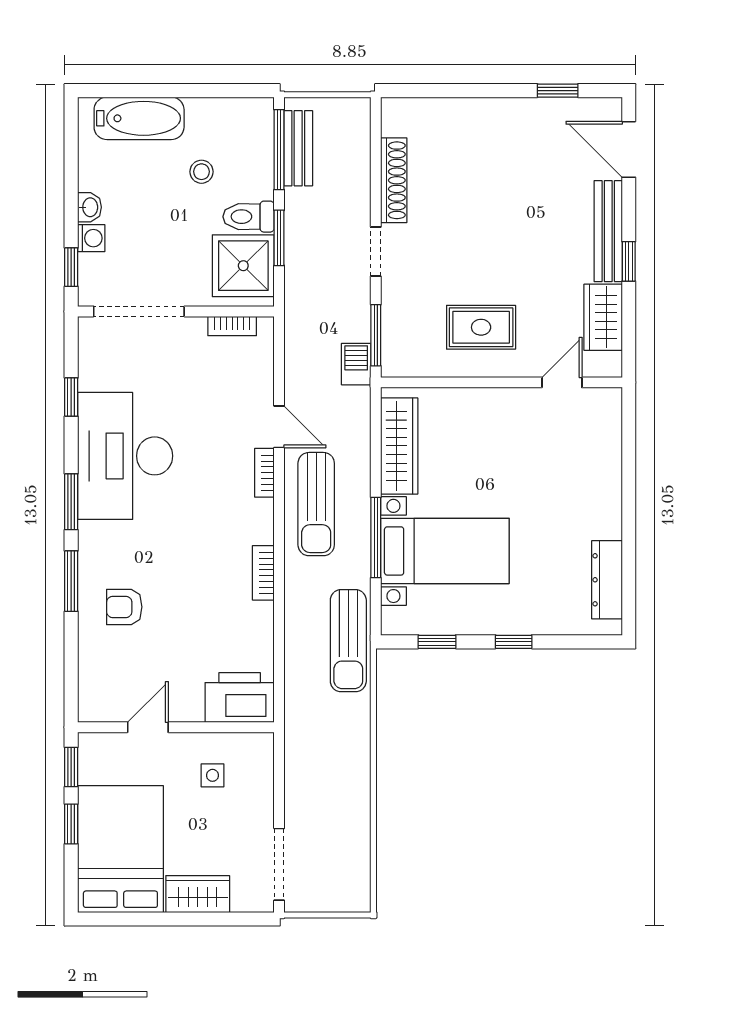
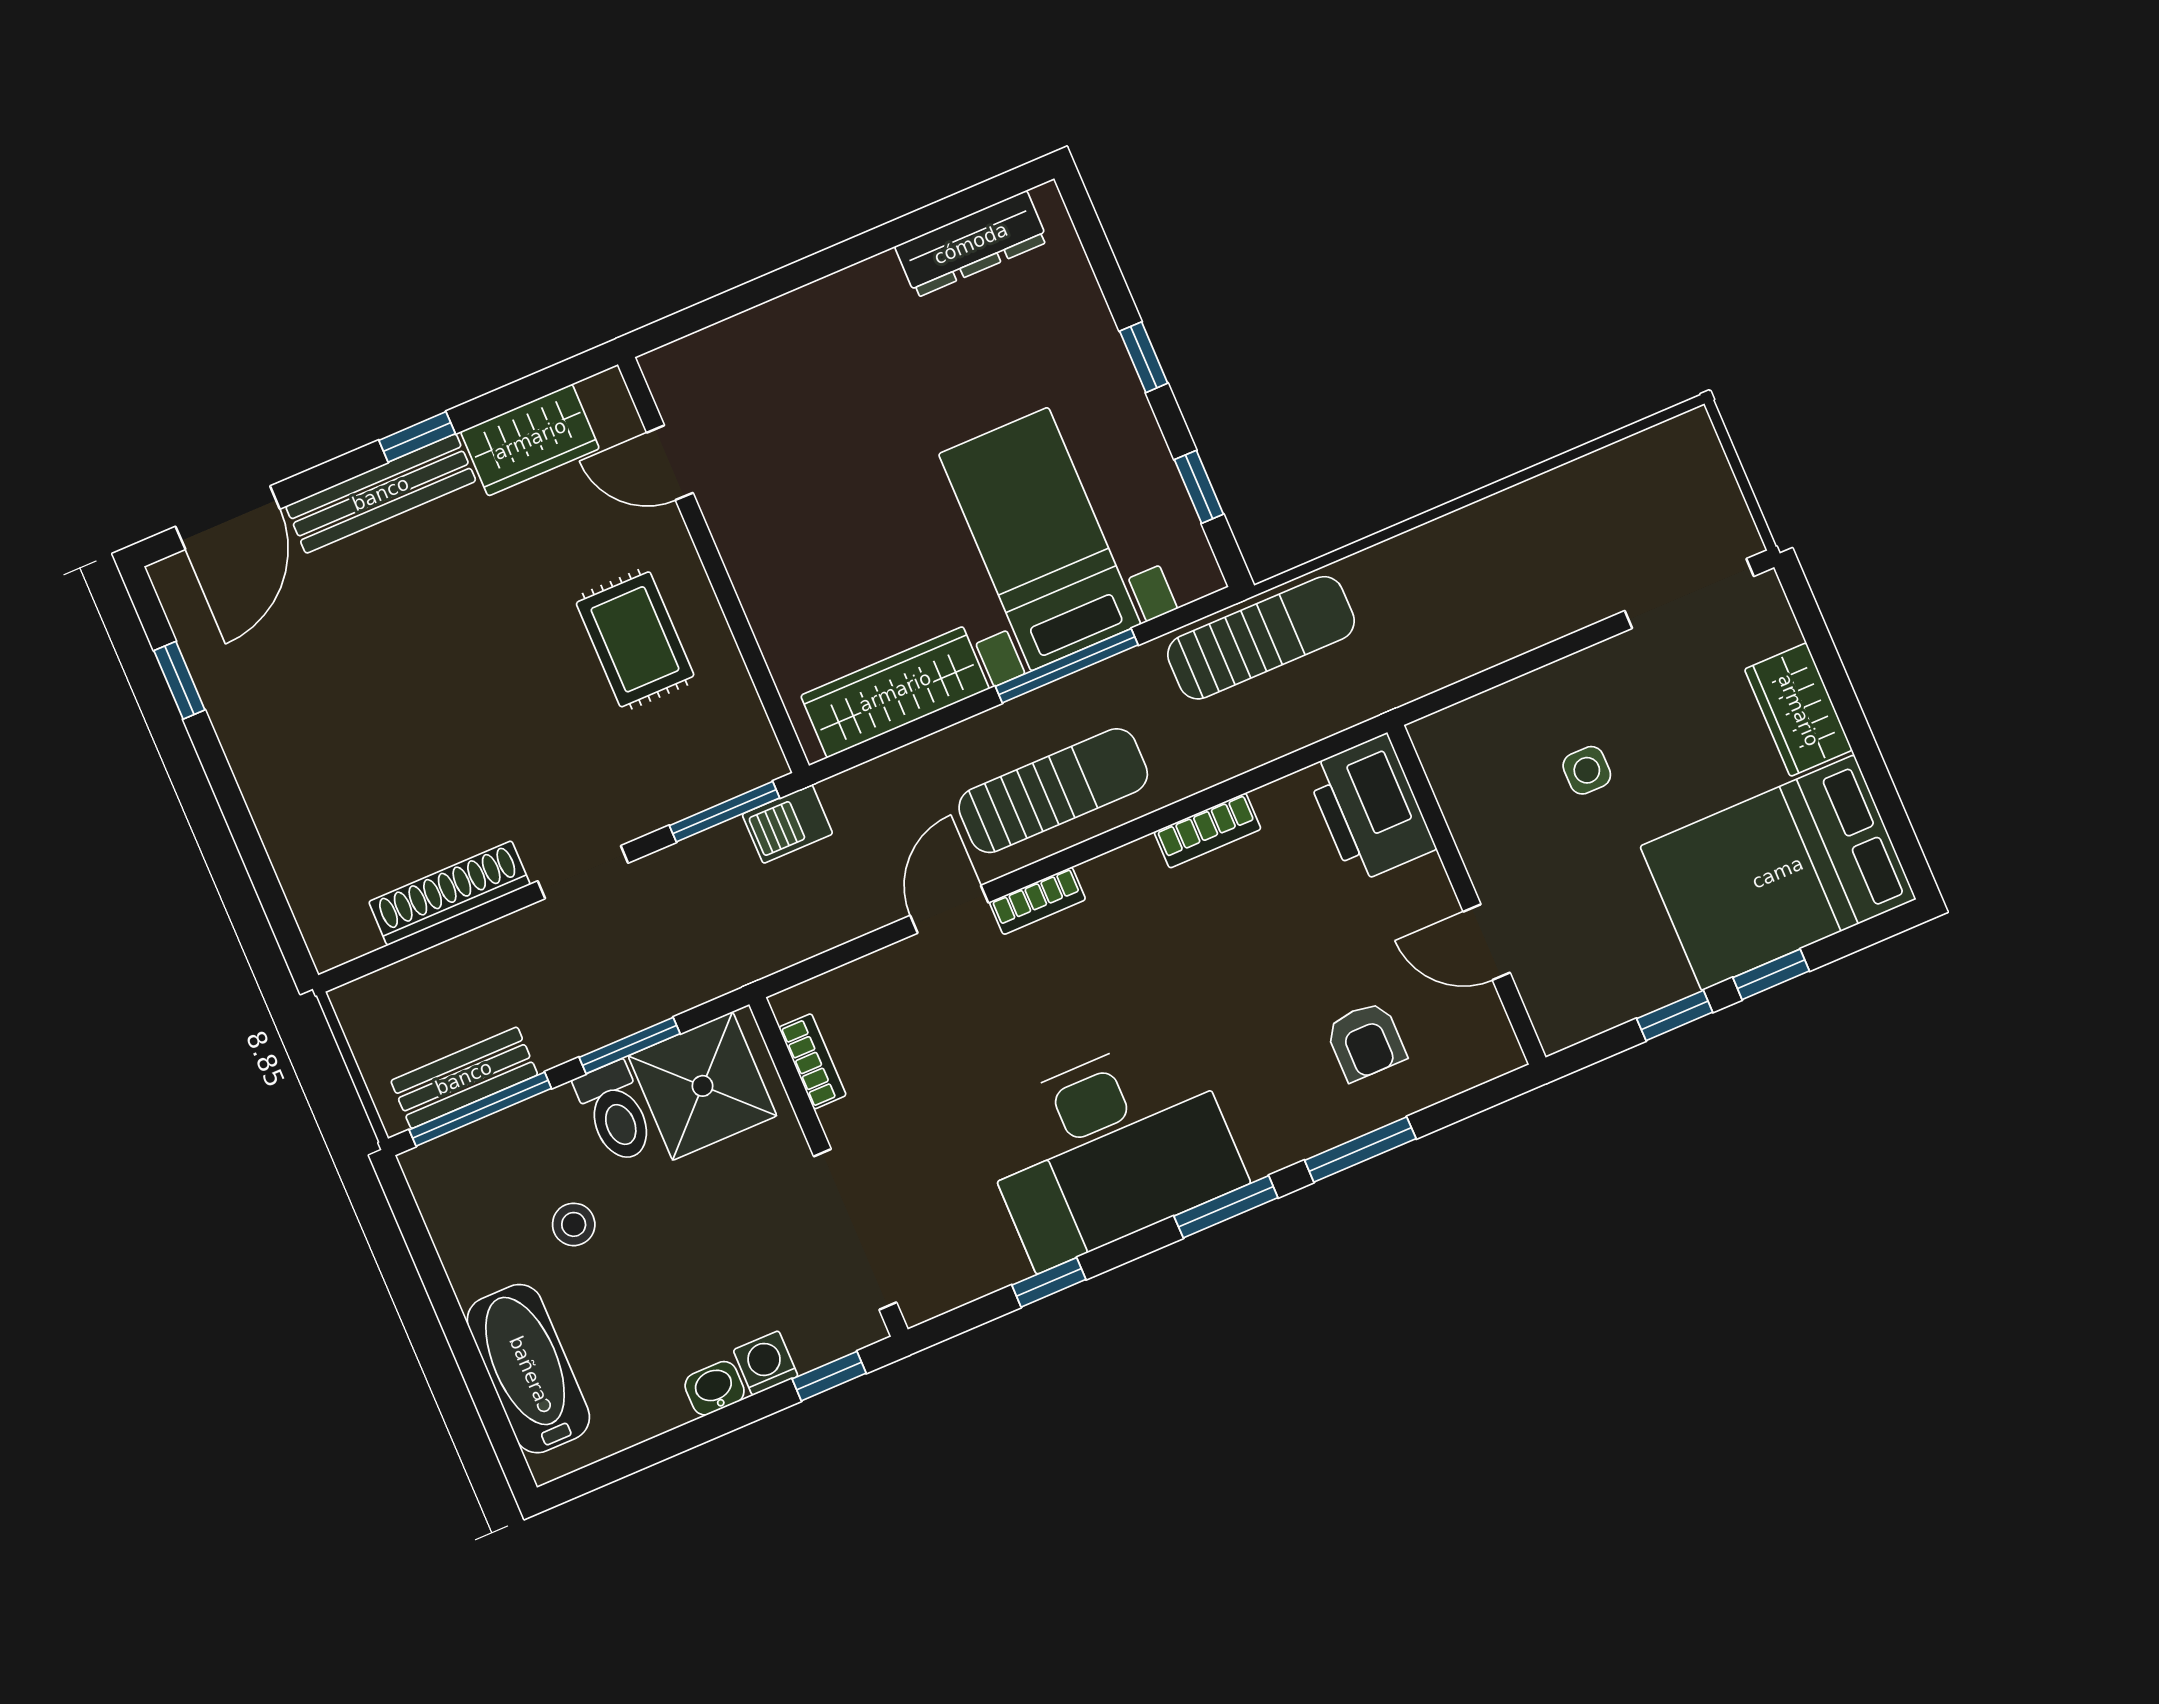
printer: (240, 698) -> (1370, 808), moved
door: (148, 727) -> (1487, 942), moved
wall: (176, 727) -> (1466, 895), moved

